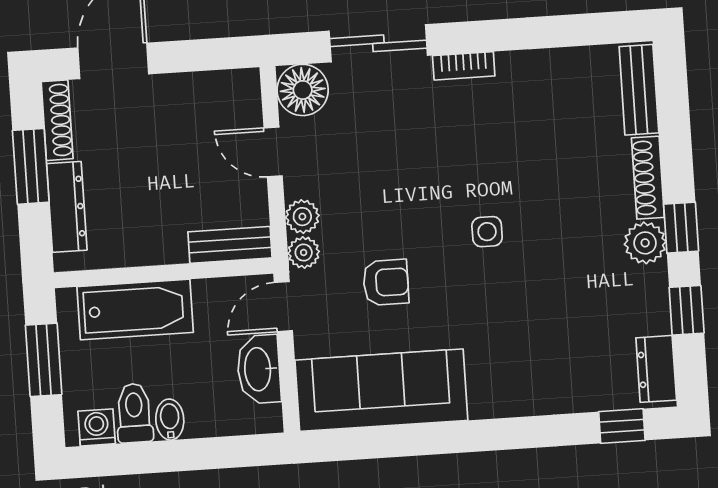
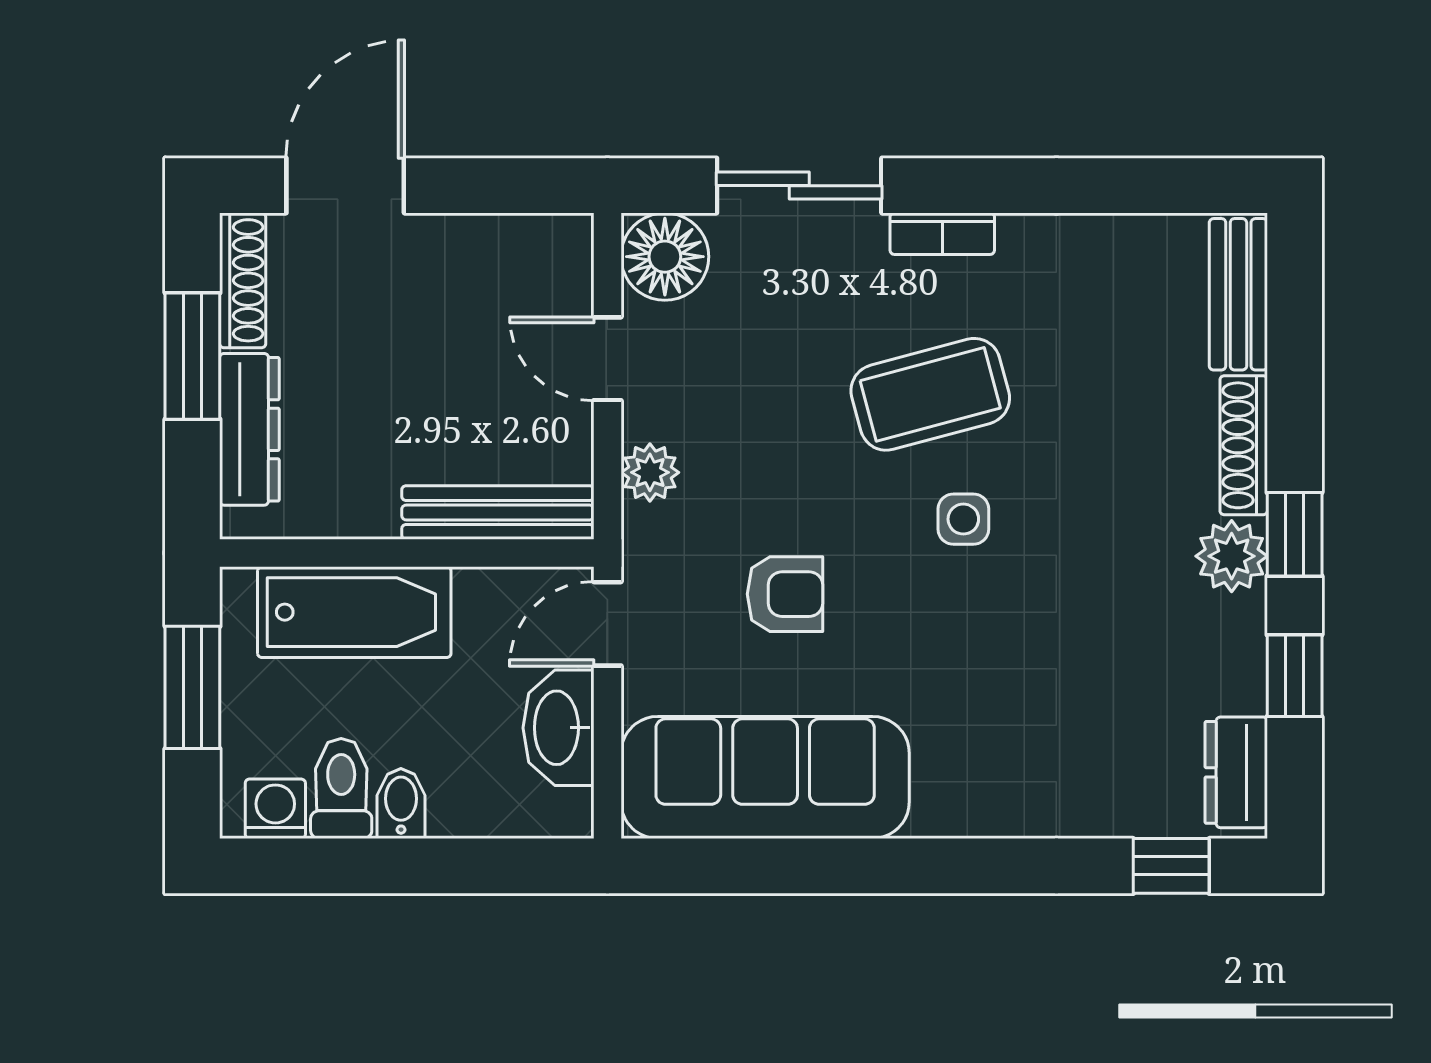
coffee table: (463, 160) -> (930, 394), added
bench: (230, 245) -> (498, 512), width x1.36
plant: (304, 252) -> (648, 534), removed

